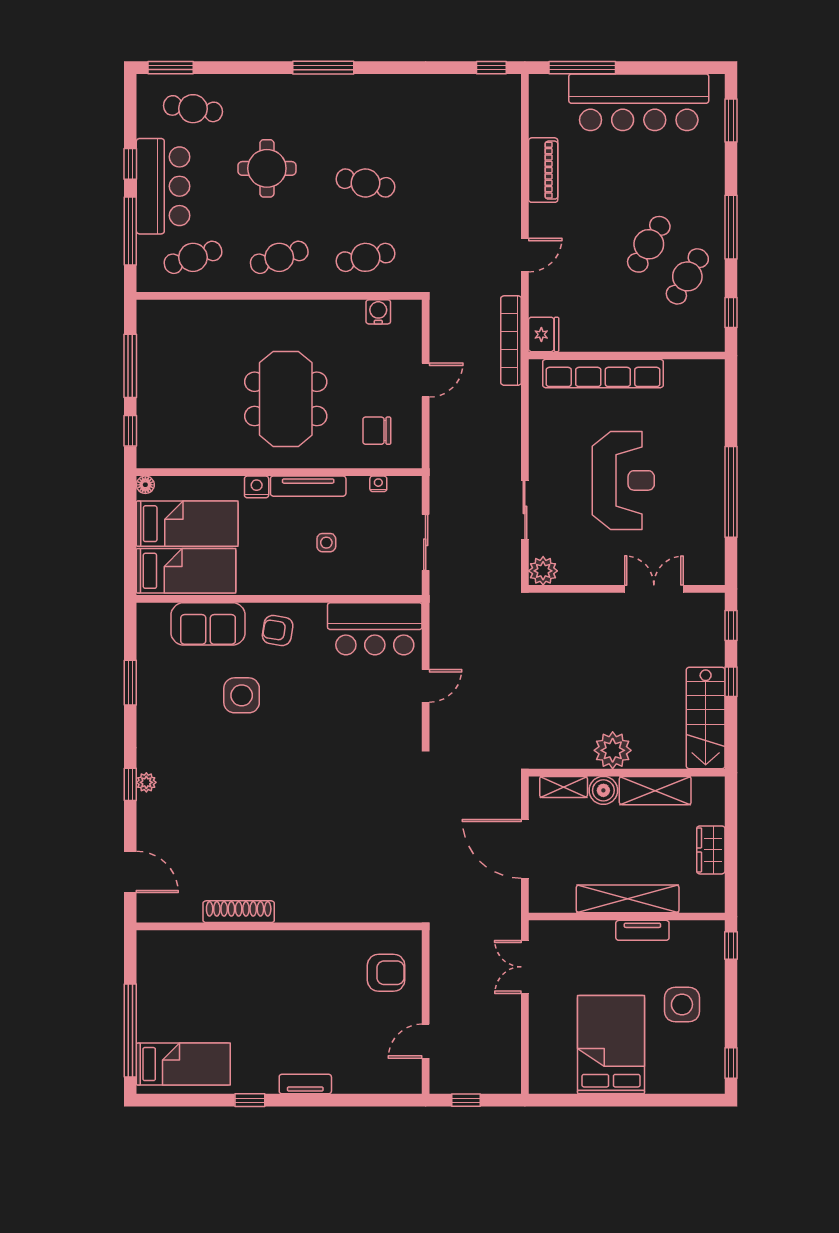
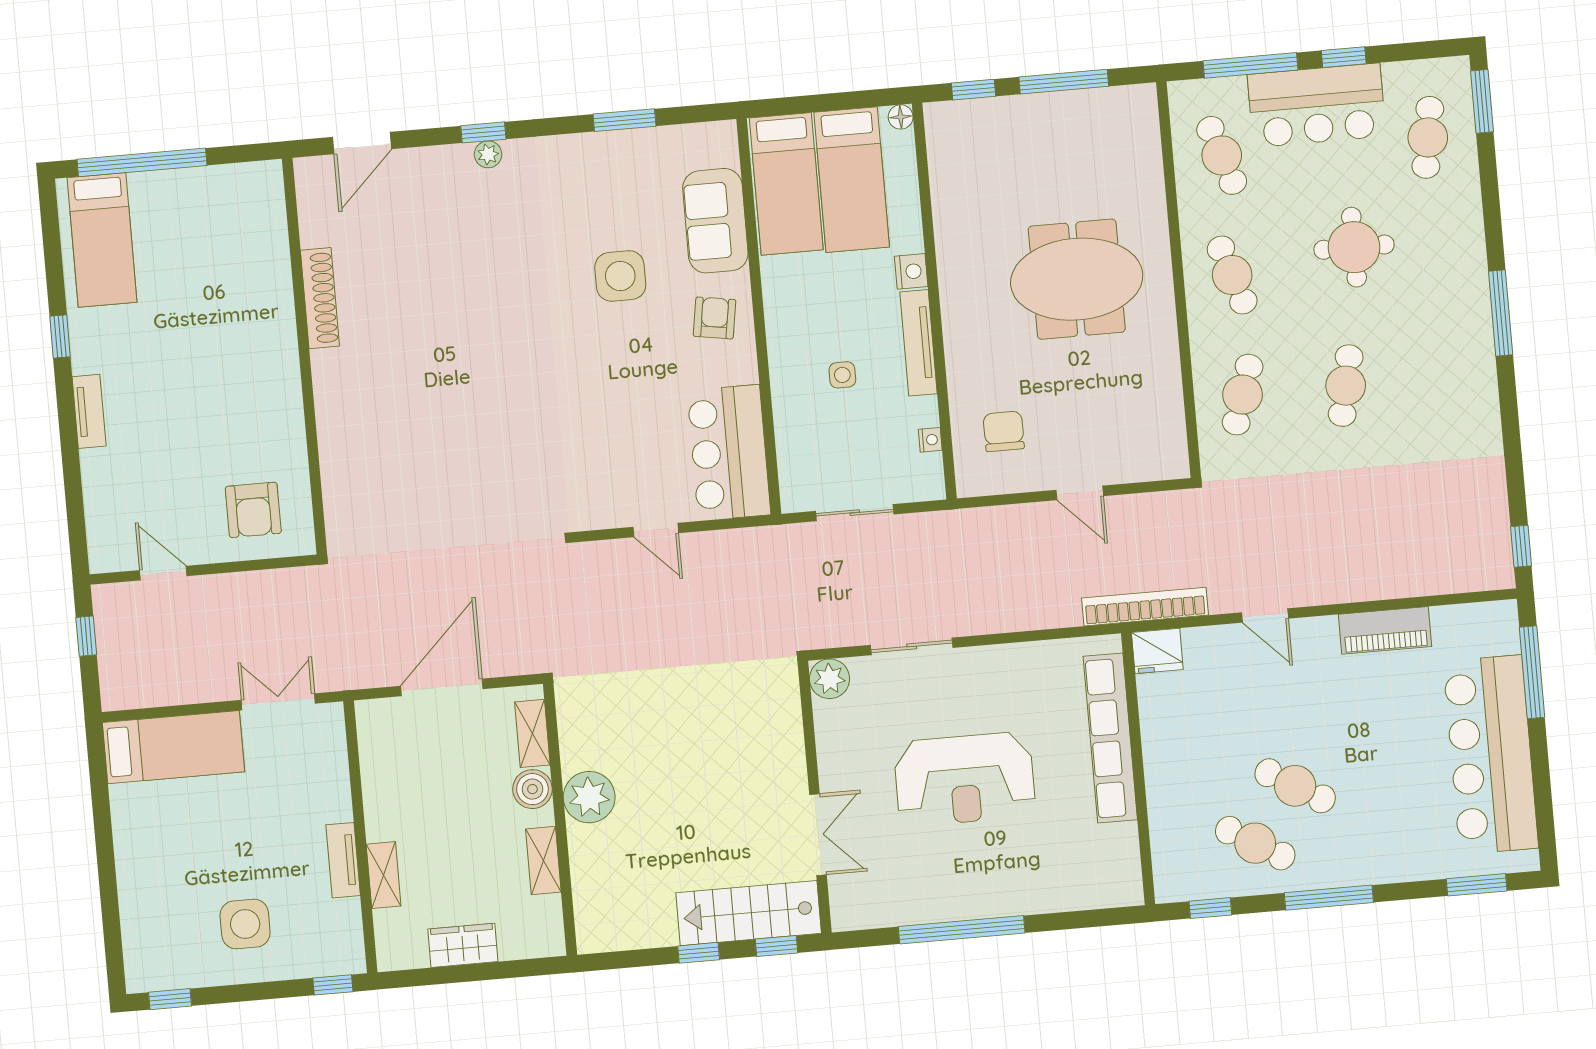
cafe table: (365, 257) -> (1243, 395), turned 30
water cooler: (378, 312) -> (1169, 419), removed
meeting table: (286, 399) -> (1077, 279), moved
stairs: (706, 718) -> (749, 913), moved
shelving: (655, 791) -> (543, 860), width x0.67, depth x0.75
shelving: (628, 899) -> (384, 875), width x0.45, depth x0.75
bed: (611, 1045) -> (174, 747), moved, width x0.67

